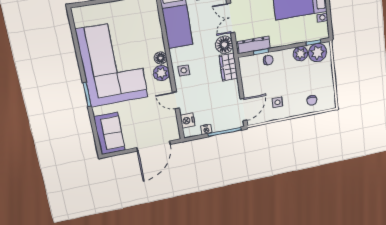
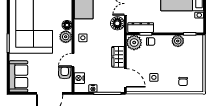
plant: (317, 53) -> (134, 43), moved
wardrobe: (228, 67) -> (118, 57), moved
door: (176, 100) -> (73, 60), hinge flipped
door: (244, 109) -> (125, 78), hinge flipped
armchair: (168, 118) -> (65, 73), added

